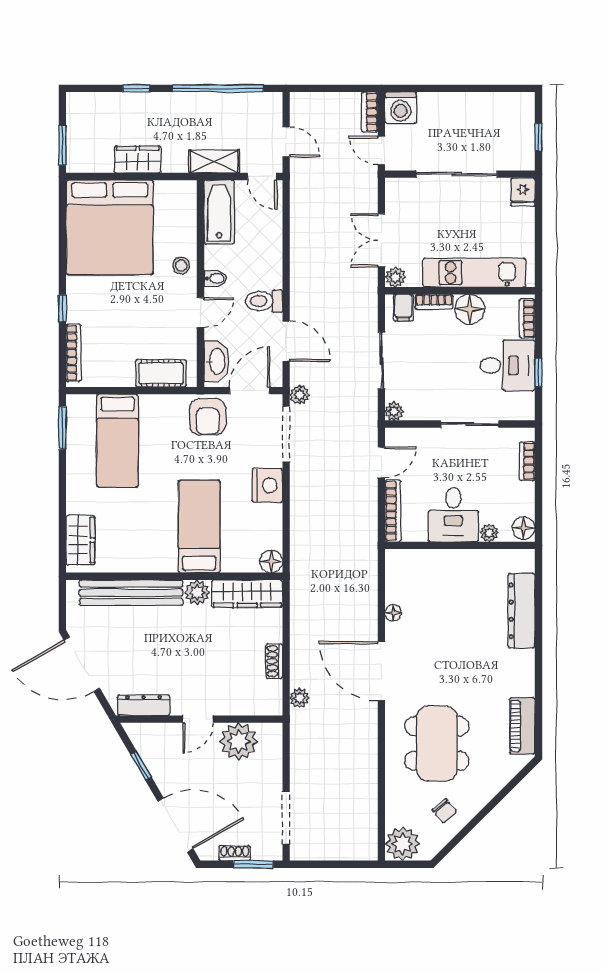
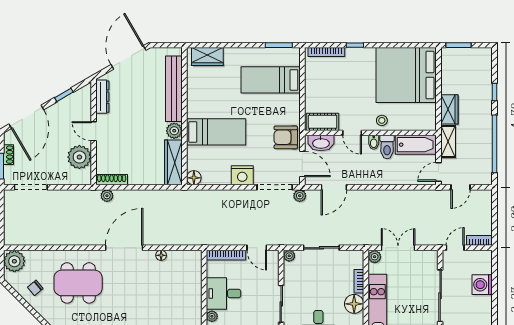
washing machine: (401, 108) -> (482, 285), moved
wardrobe: (138, 159) -> (449, 109), moved
toilet: (264, 301) -> (387, 147), moved, turned 180
filing cabinet: (403, 308) -> (355, 262), removed
cot: (161, 373) -> (323, 122), moved, turned 90
shoe rack: (274, 661) -> (112, 180), moved, width x1.43

